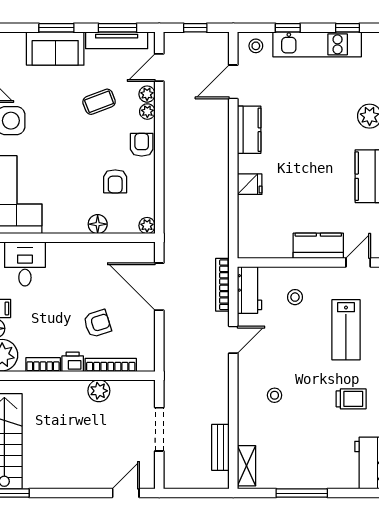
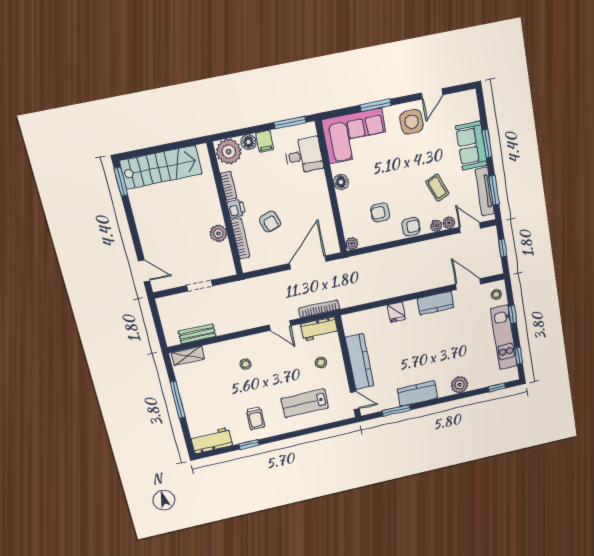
floor lamp: (98, 224) -> (341, 182), moved
kitchen counter: (318, 246) -> (360, 362), width x1.50
doorway: (159, 429) -> (200, 286), width x0.73

